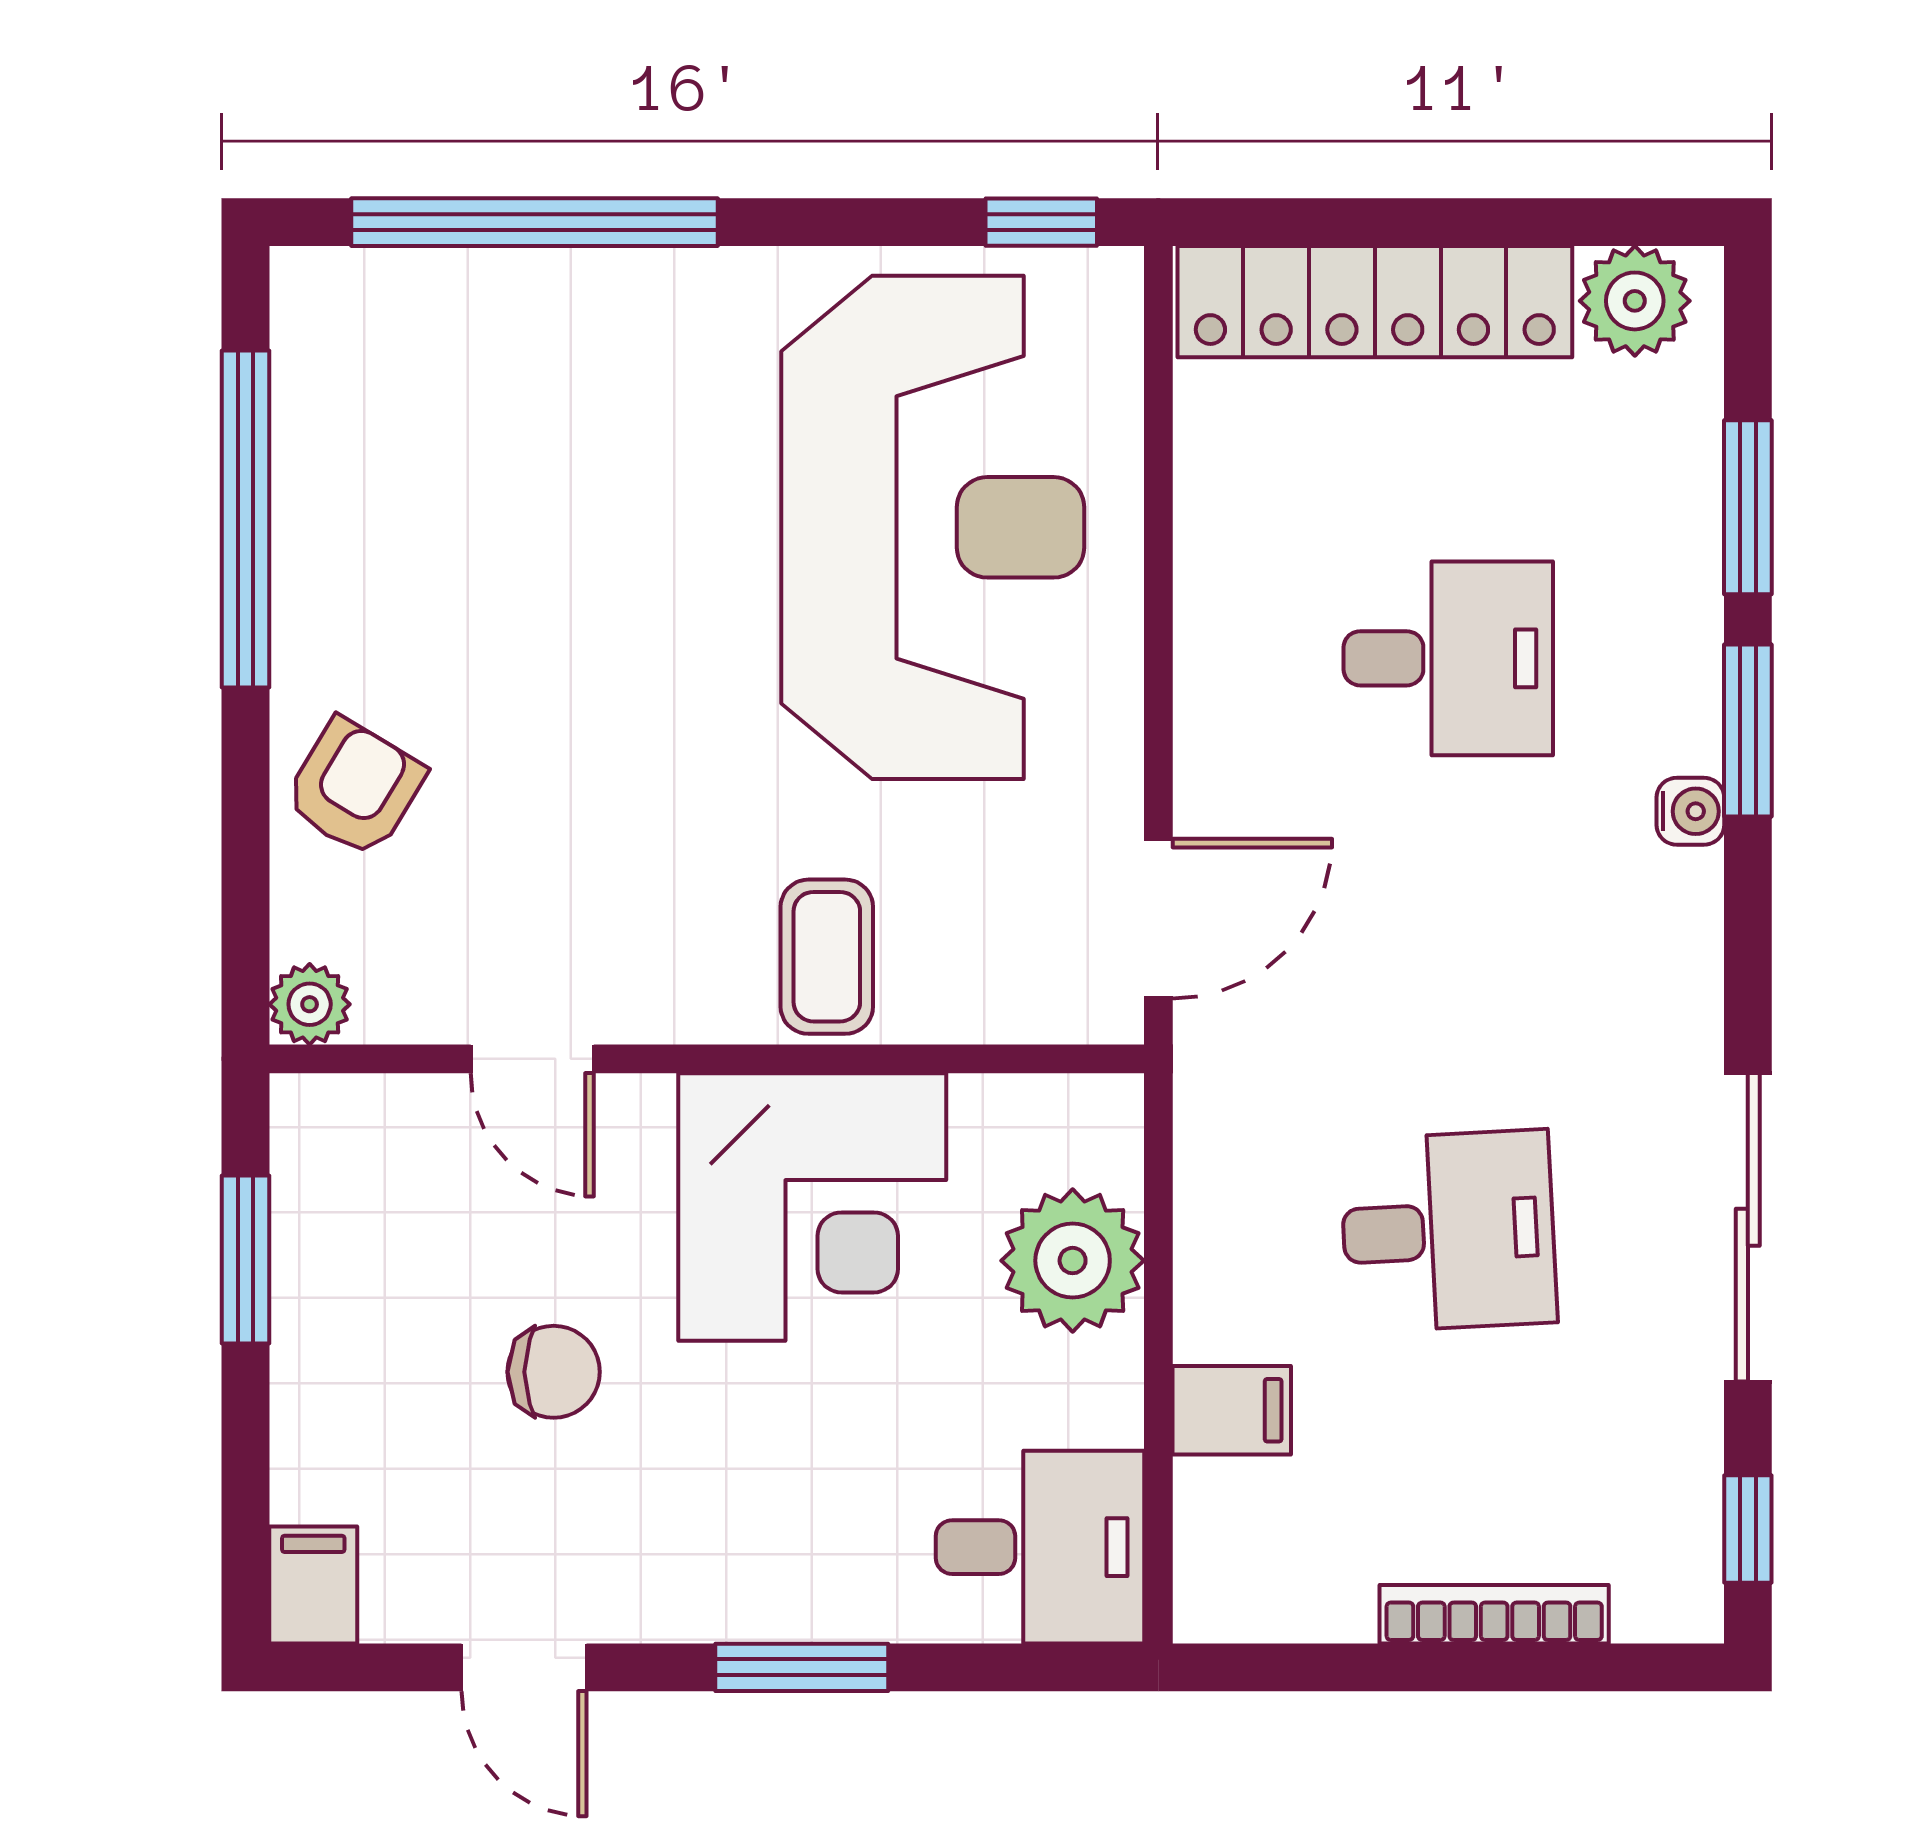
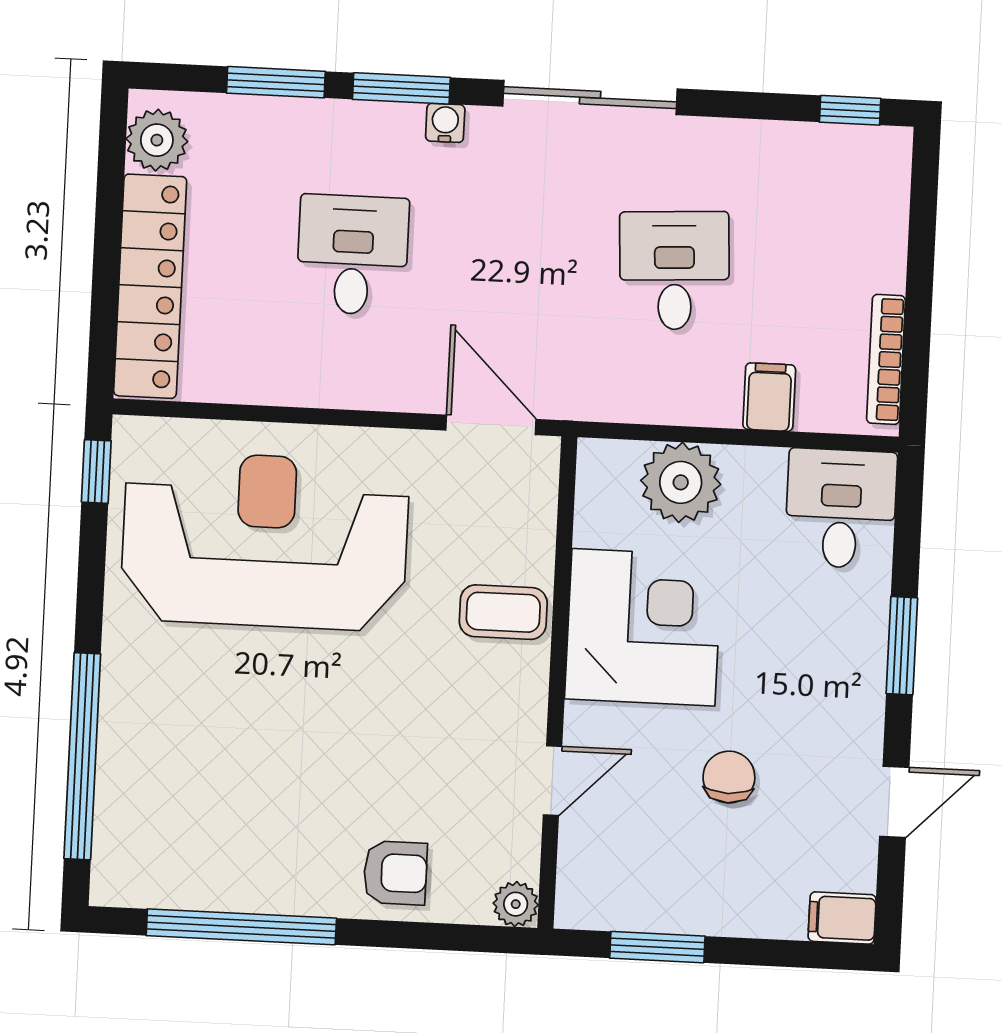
armchair: (355, 788) -> (395, 873), turned 149
sliding door: (1748, 1227) -> (590, 98), moved
bookcase: (1494, 1614) -> (886, 359), moved

